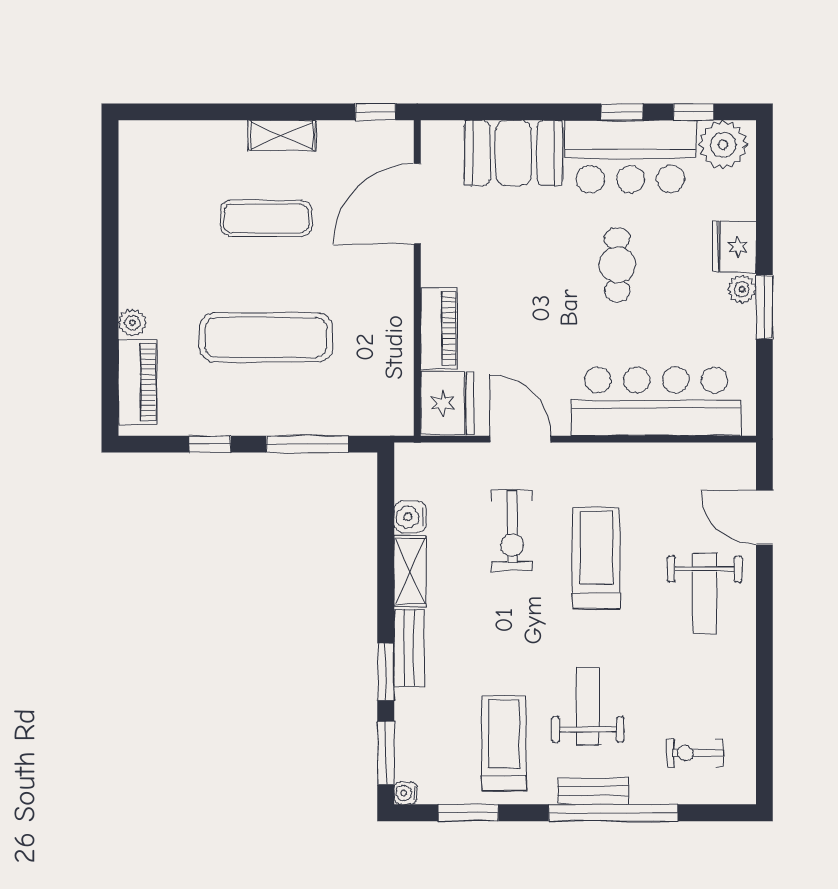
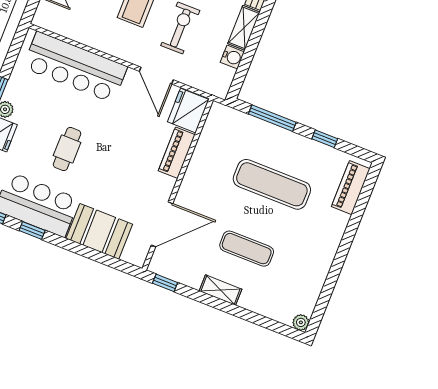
plant: (132, 323) -> (301, 322), moved

